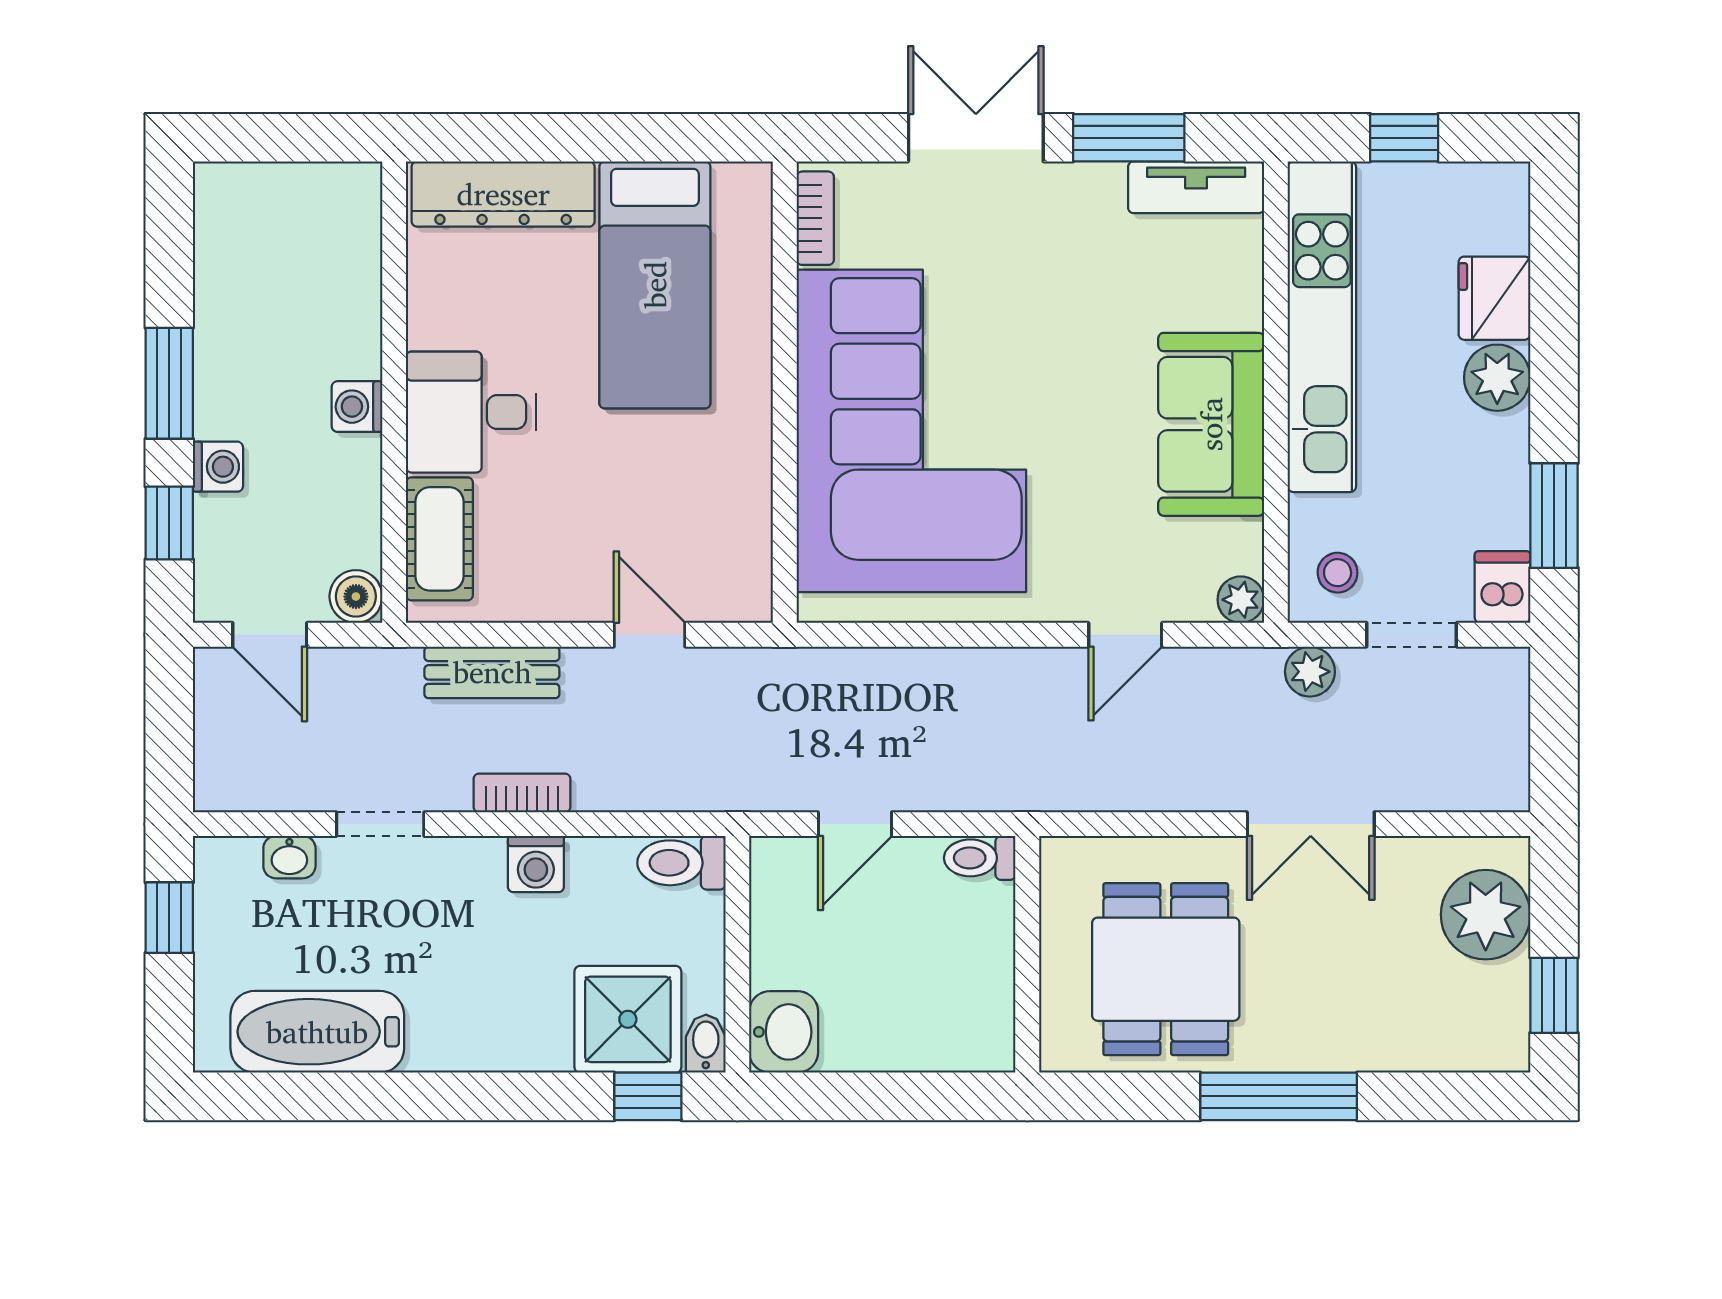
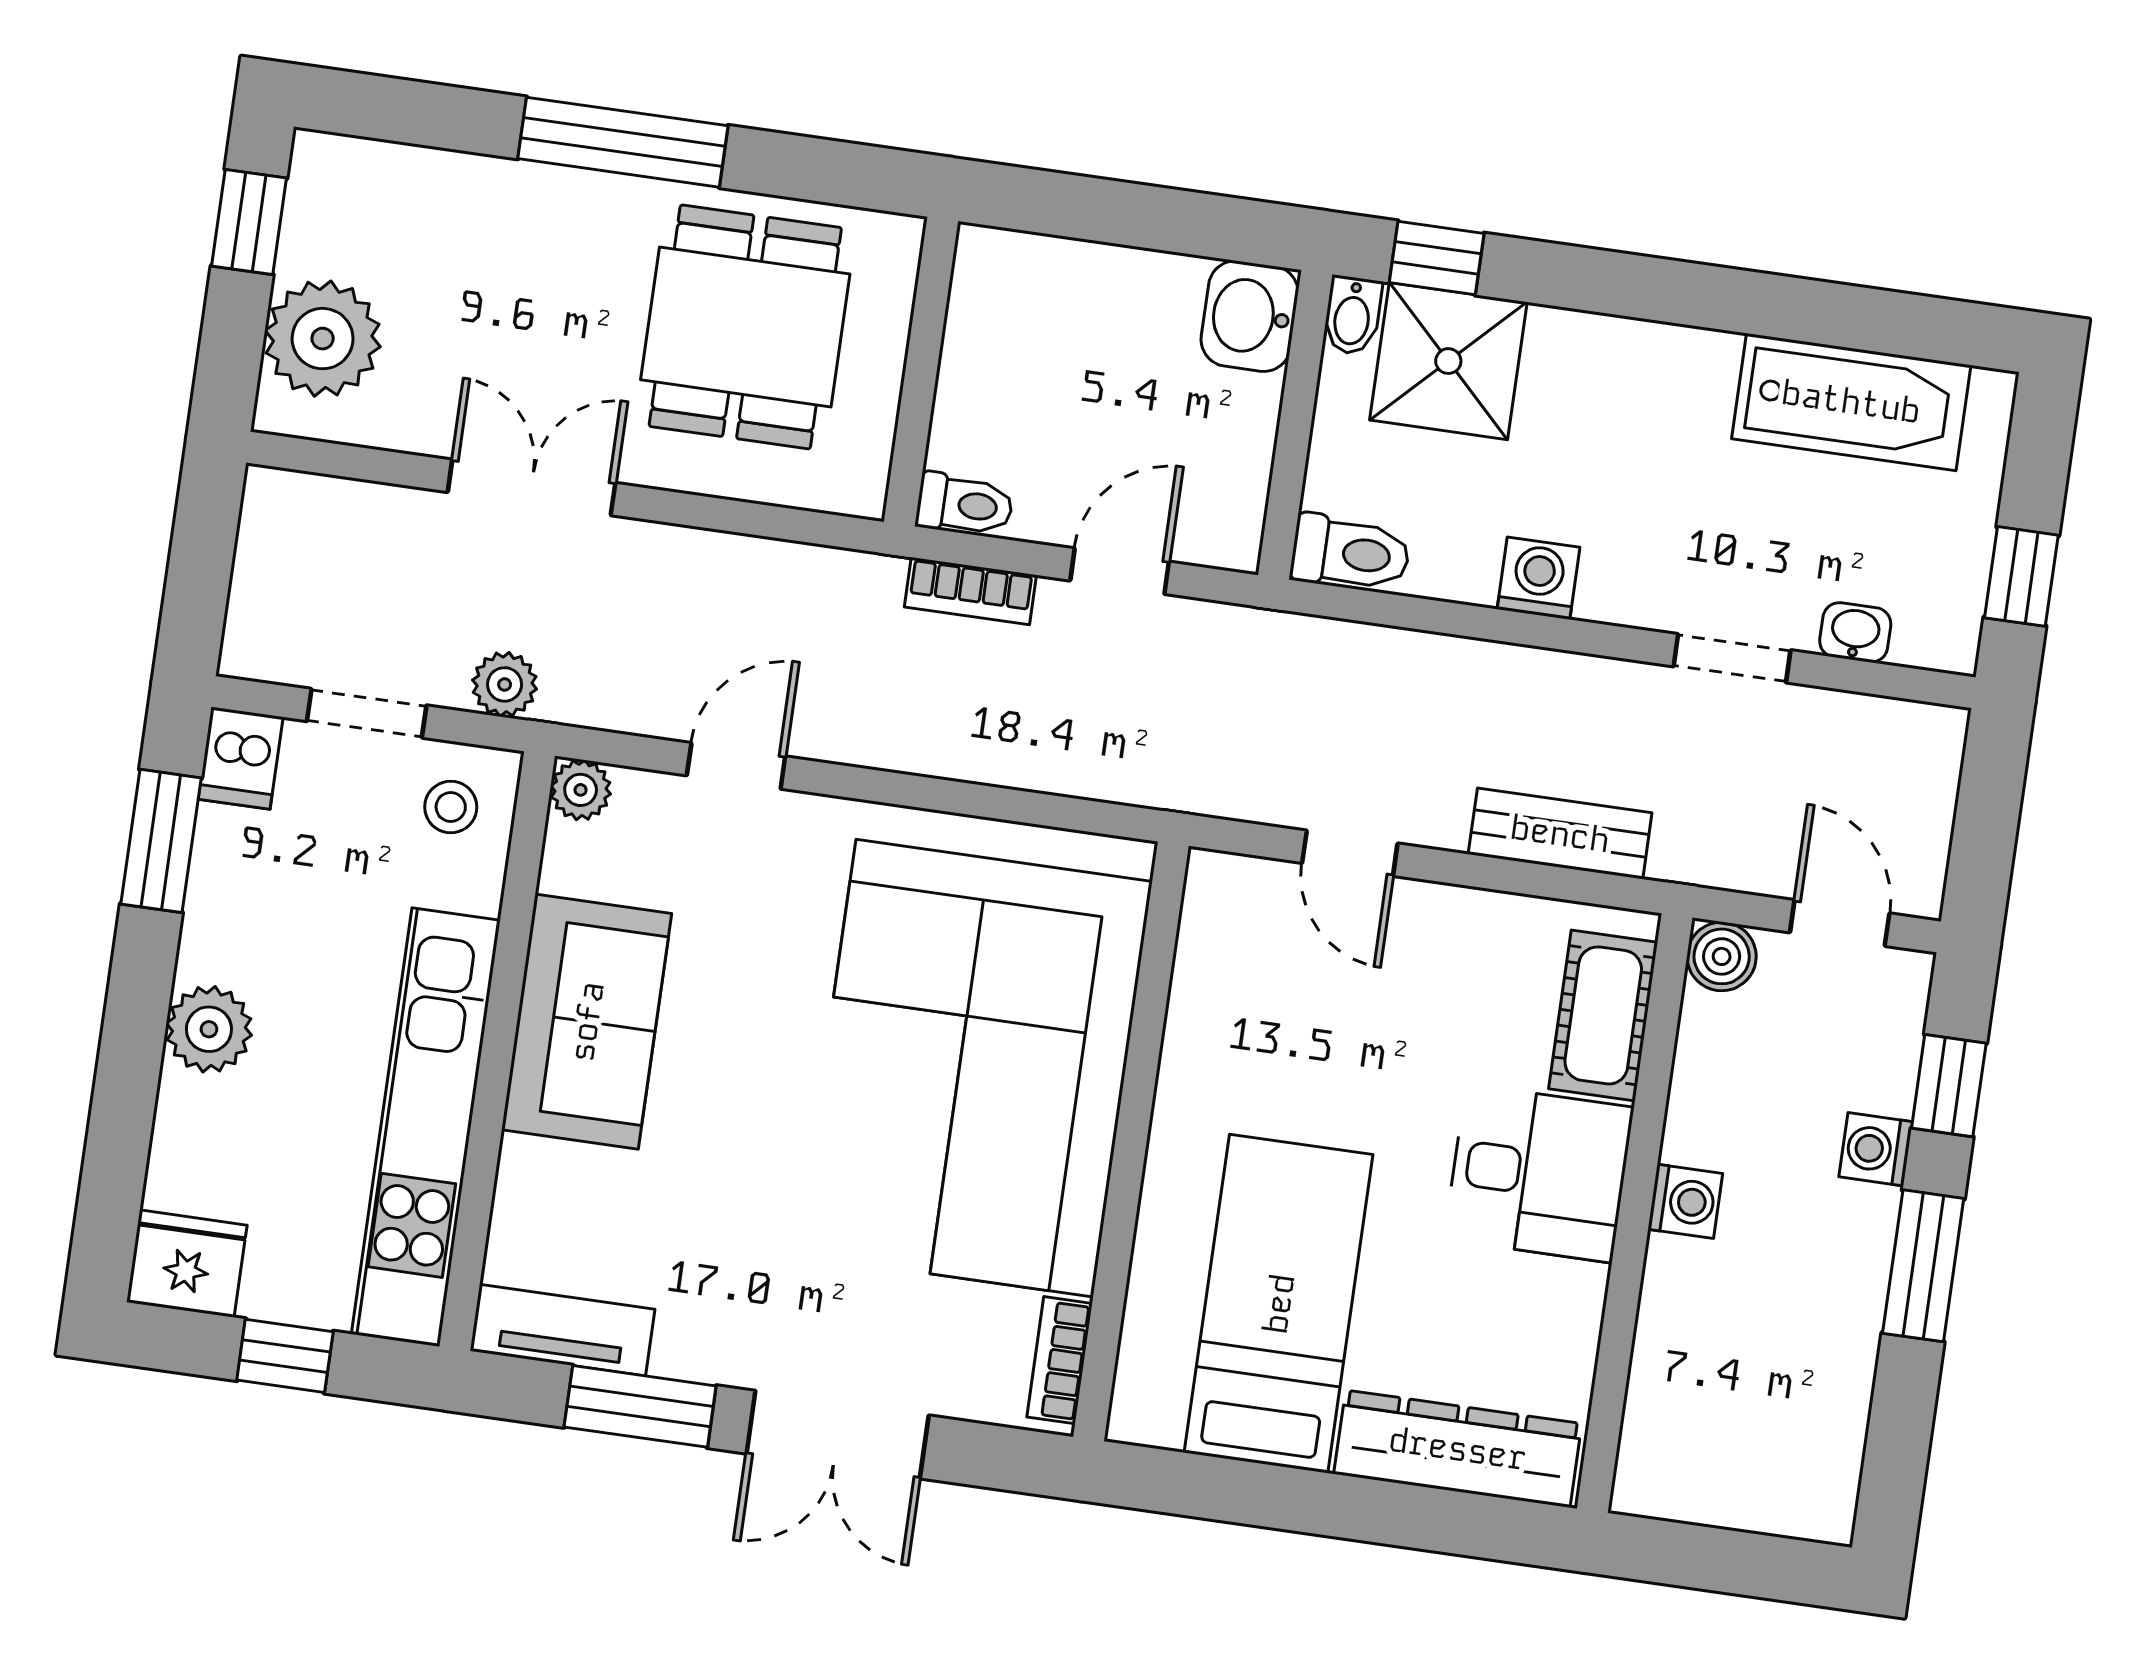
fridge: (1494, 298) -> (187, 1264), moved, turned -90
bookcase: (522, 793) -> (970, 591), moved

